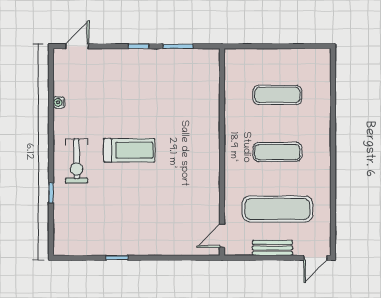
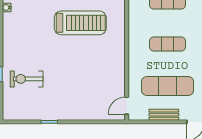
treadmill: (129, 150) -> (80, 23), moved, width x1.37, depth x1.38
exercise bike: (77, 161) -> (27, 79), moved, turned 90

